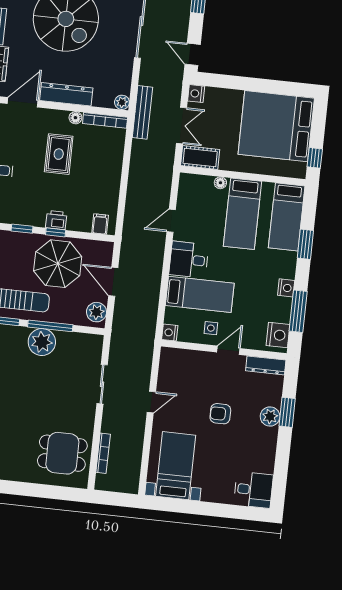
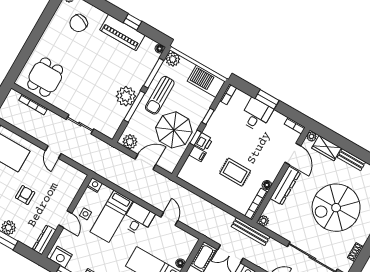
rug: (59, 154) -> (235, 172), moved
filing cabinet: (100, 224) -> (197, 154), moved

